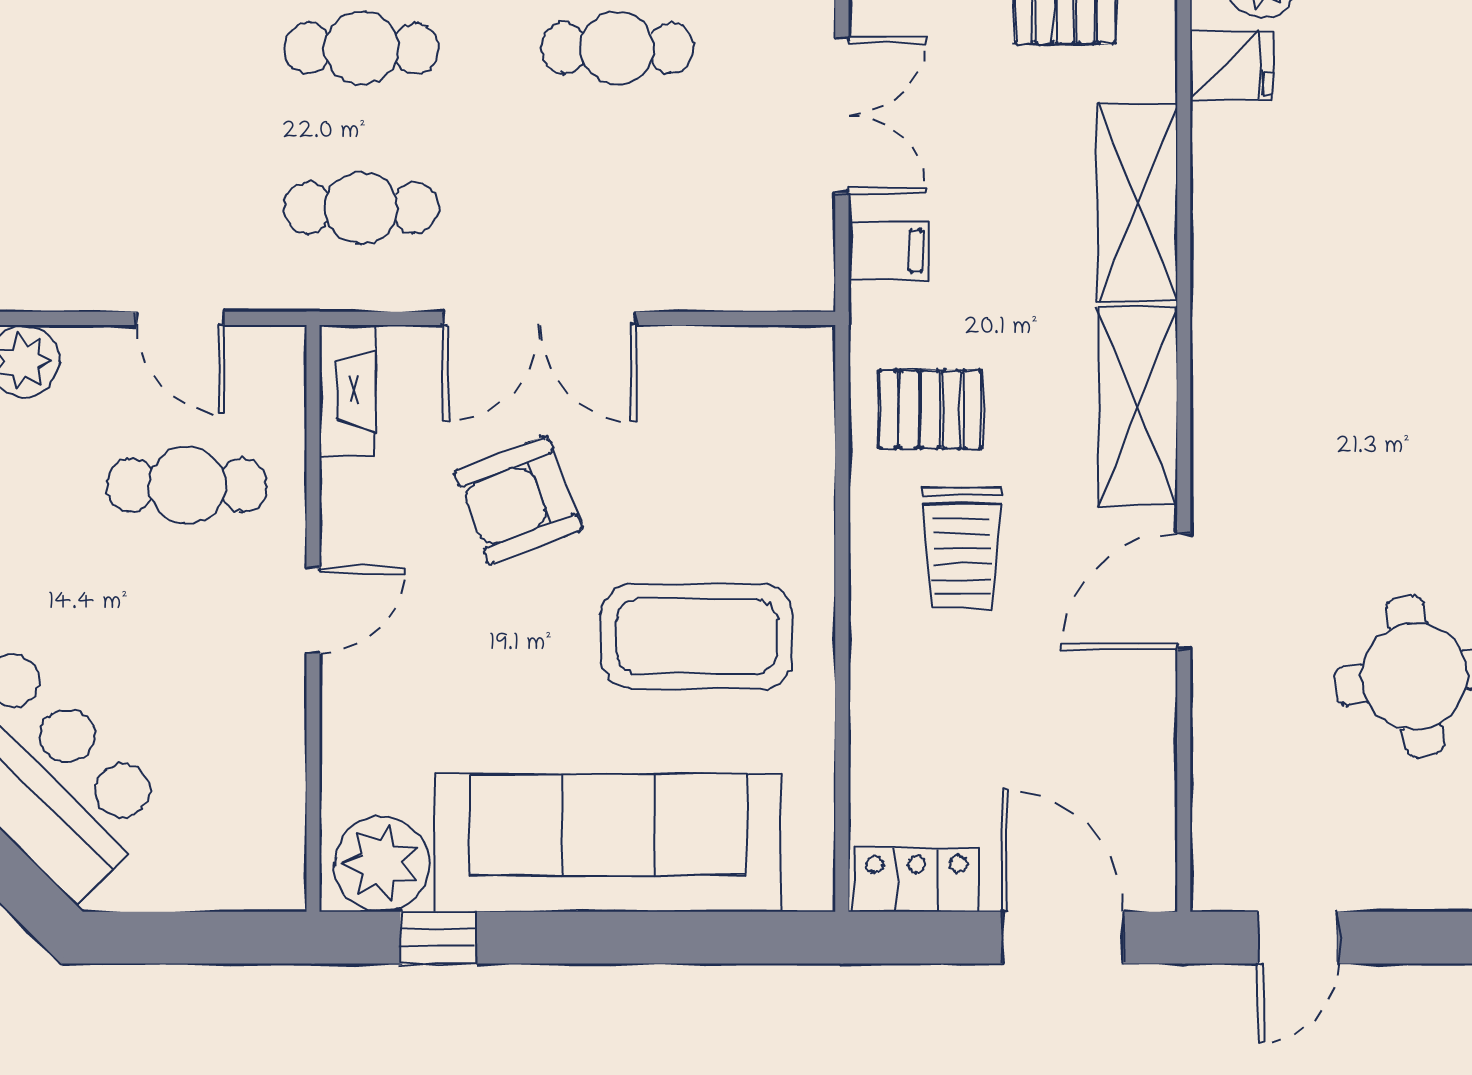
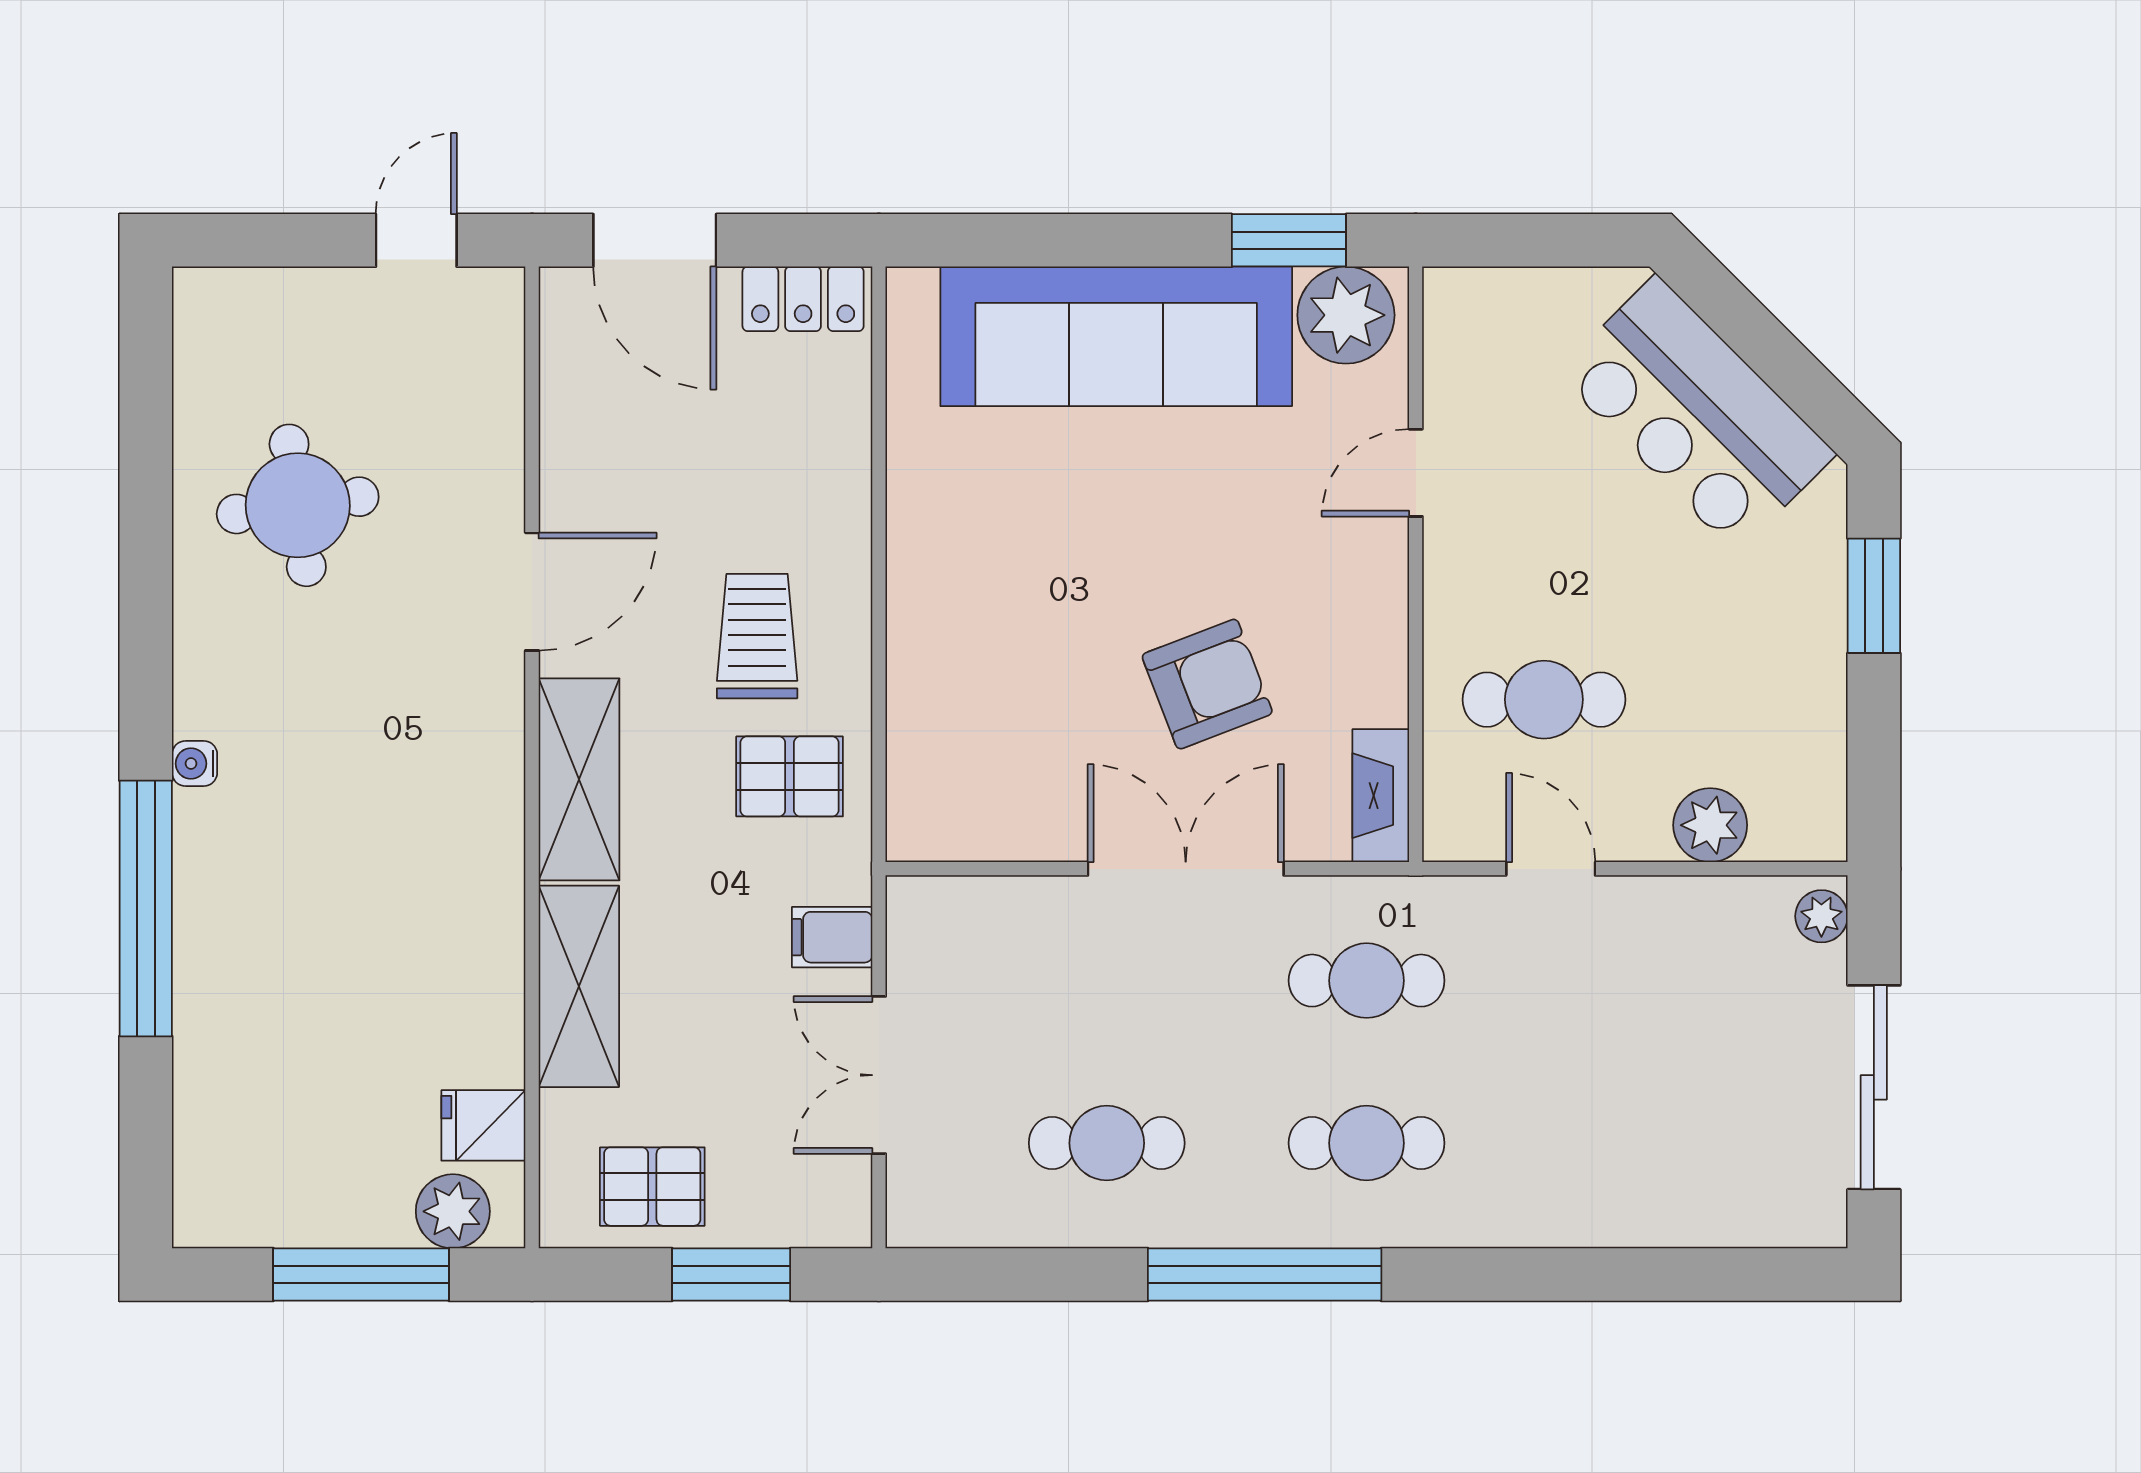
door: (313, 610) -> (1416, 473), moved
coffee table: (697, 637) -> (1026, 546), removed
window: (438, 938) -> (1289, 240), width x1.50

